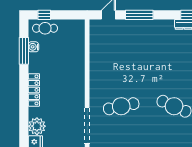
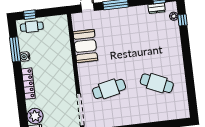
water cooler: (33, 47) -> (25, 57), moved
booth: (101, 56) -> (85, 46), added

